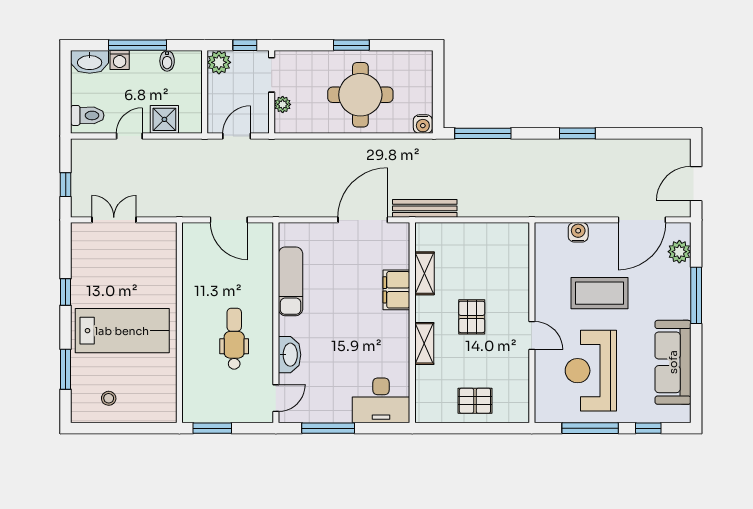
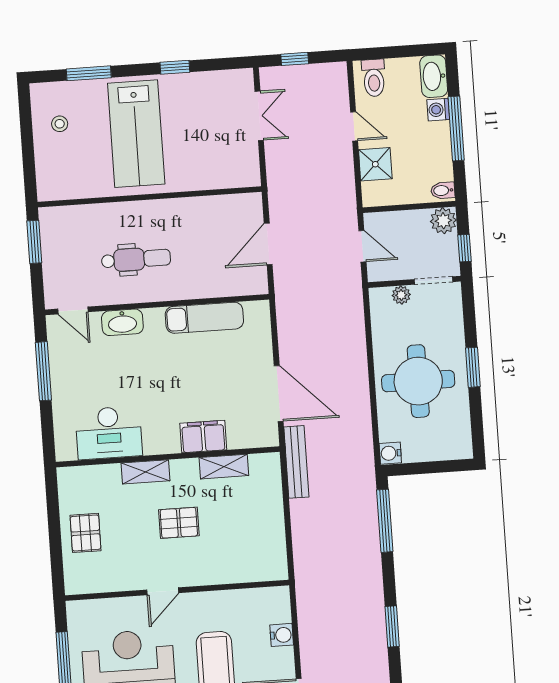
bidet: (167, 61) -> (443, 190), moved
desk: (381, 400) -> (109, 433), moved, turned -90

